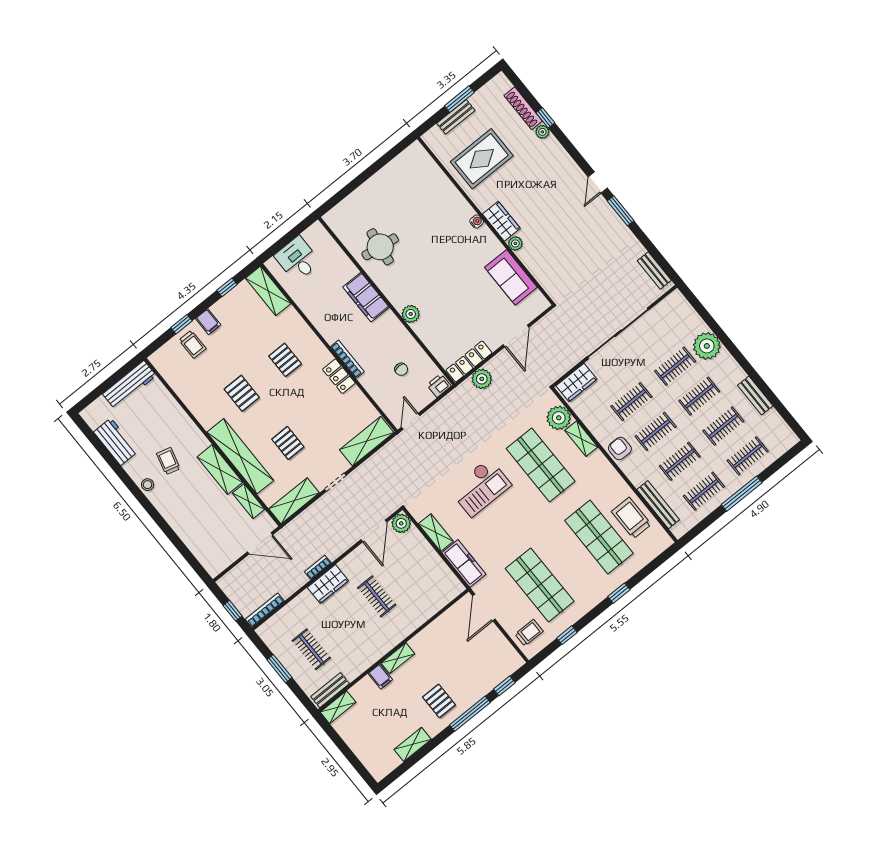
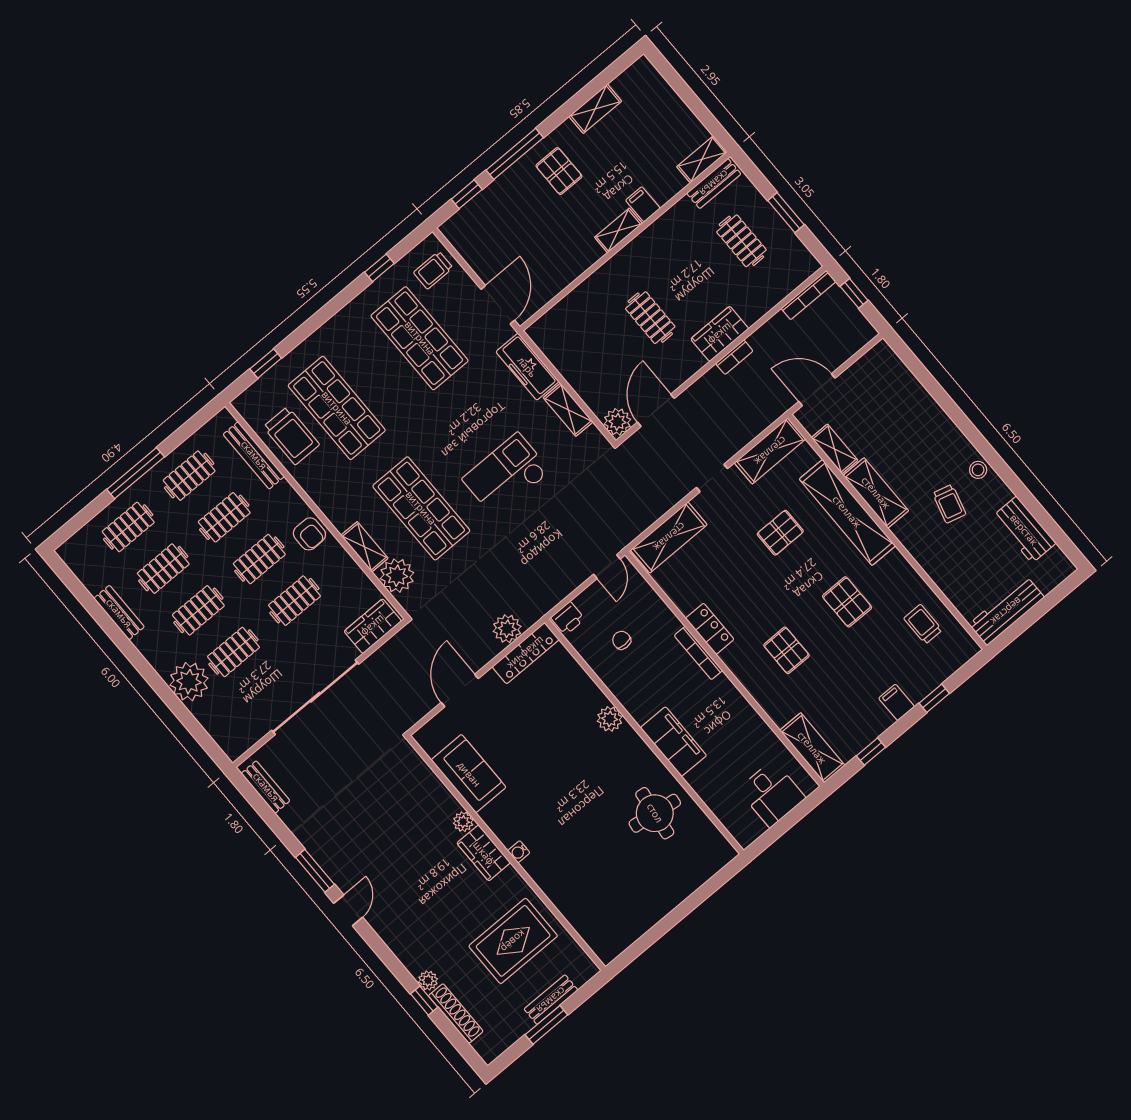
trolley: (193, 344) -> (923, 624), moved
pallet: (288, 443) -> (780, 533), turned 90
window: (619, 593) -> (266, 364), moved

